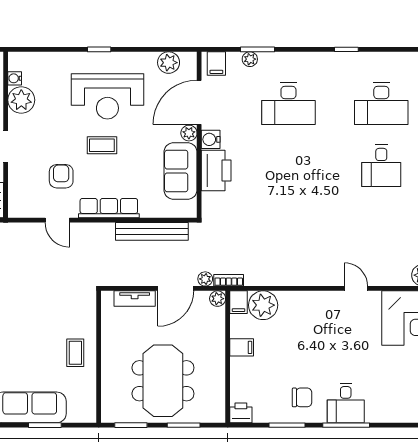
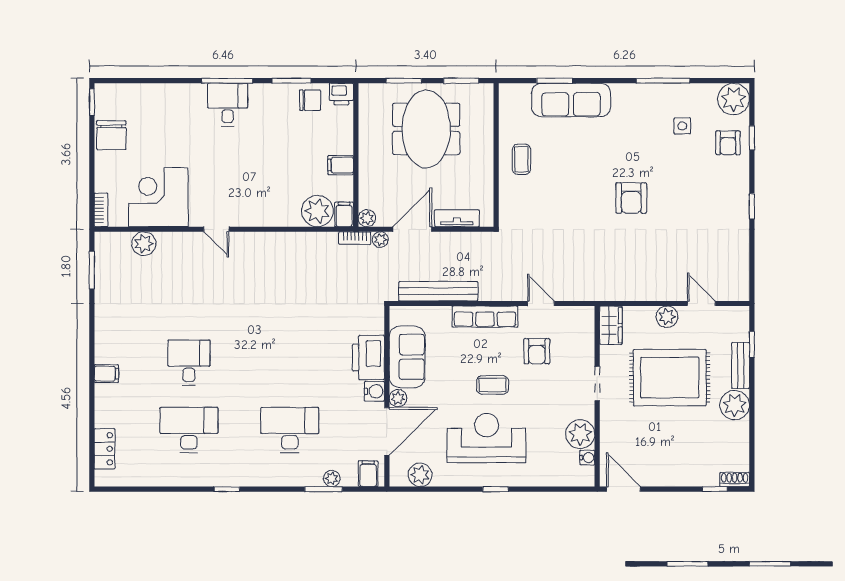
chair: (302, 397) -> (310, 100), moved, turned 180

